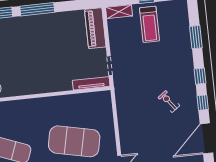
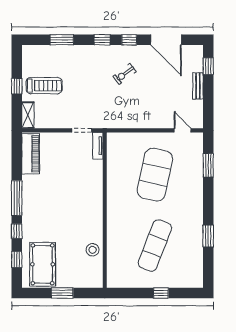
piano: (95, 28) -> (31, 154), moved, turned -90
tv unit: (91, 83) -> (98, 146), width x0.71

